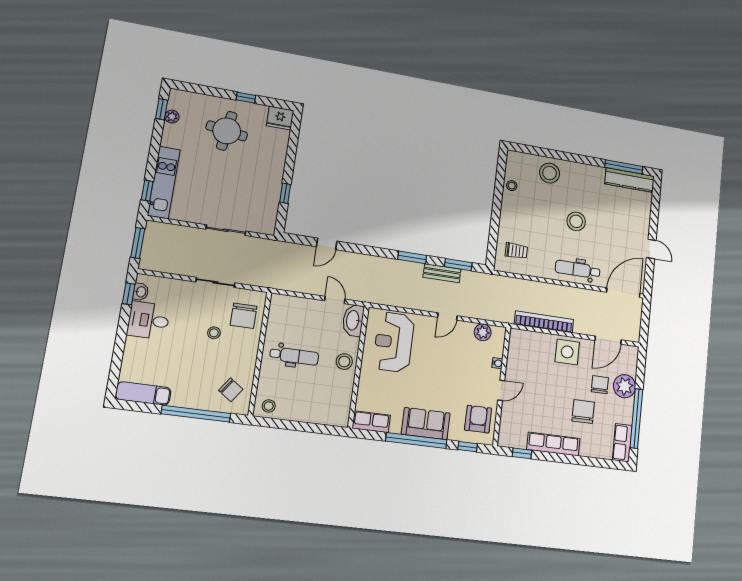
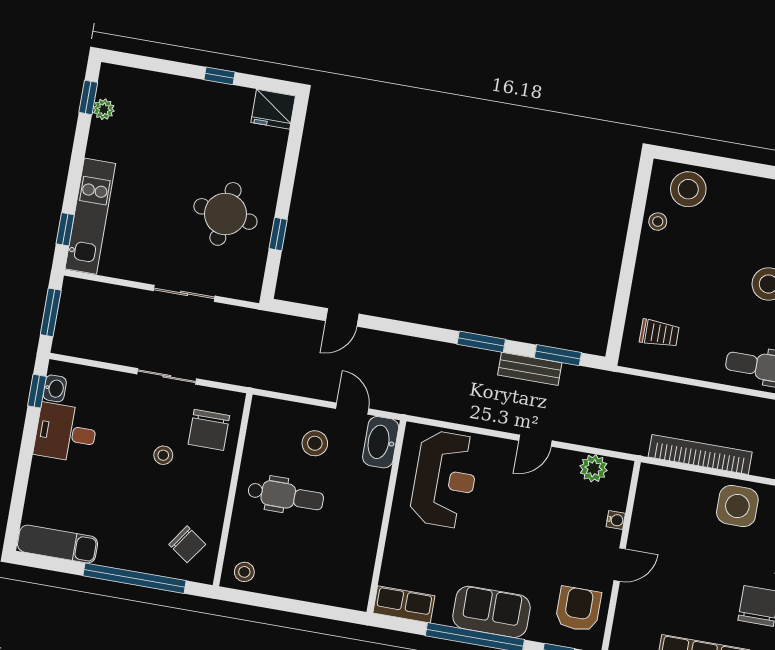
round table: (227, 131) -> (225, 214), moved
stool: (550, 173) -> (688, 189), moved
reception desk: (394, 342) -> (445, 479), turned 180
stool: (344, 362) -> (315, 443), moved

